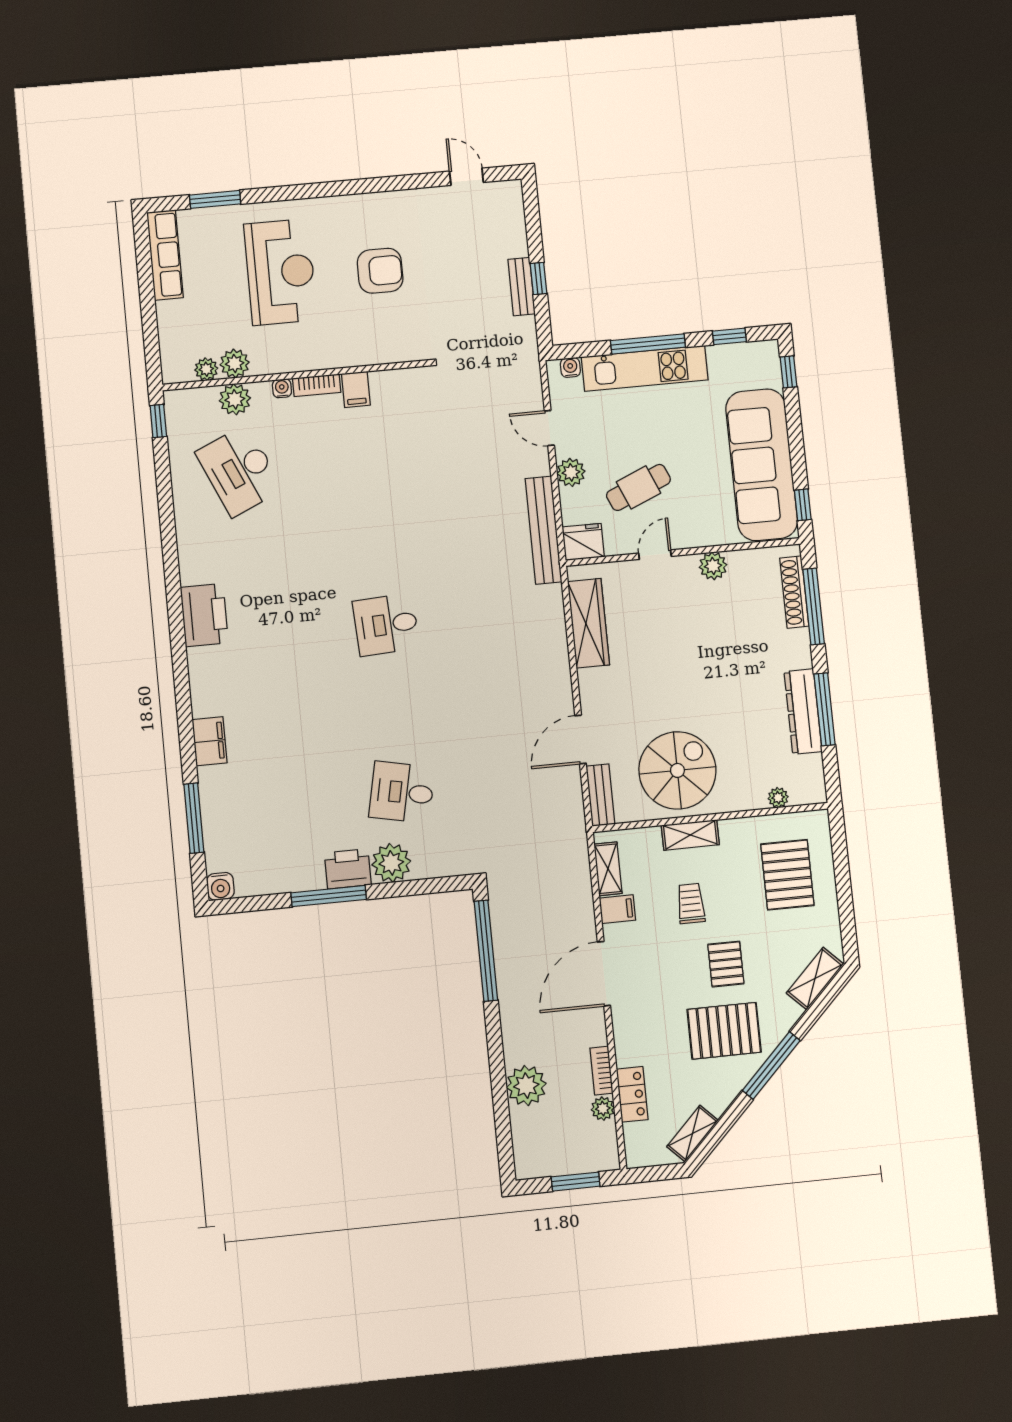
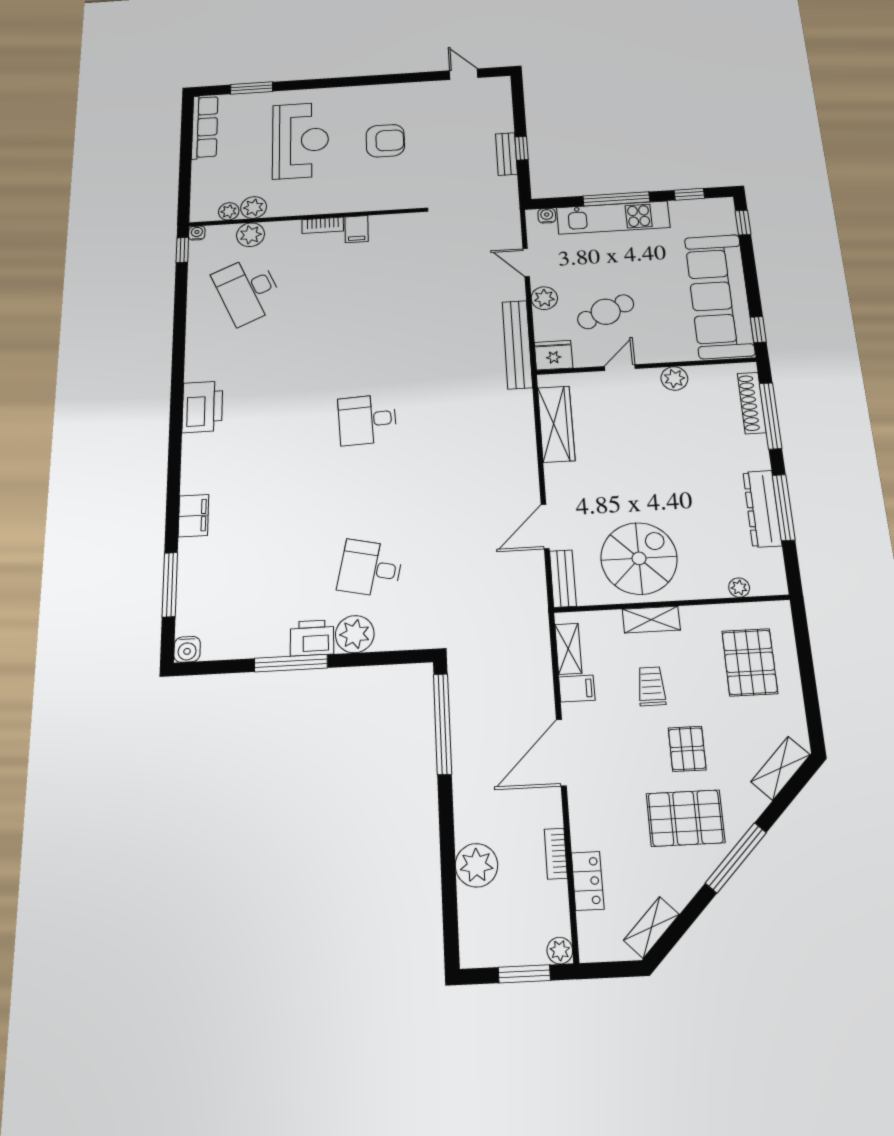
water cooler: (282, 388) -> (197, 233), moved
plant: (603, 1109) -> (560, 951), moved

